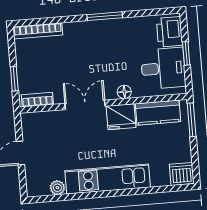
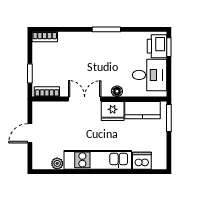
bookcase: (38, 31) -> (45, 37), width x0.64
window: (186, 53) -> (169, 47), moved
dishwasher: (182, 174) -> (142, 161), moved

